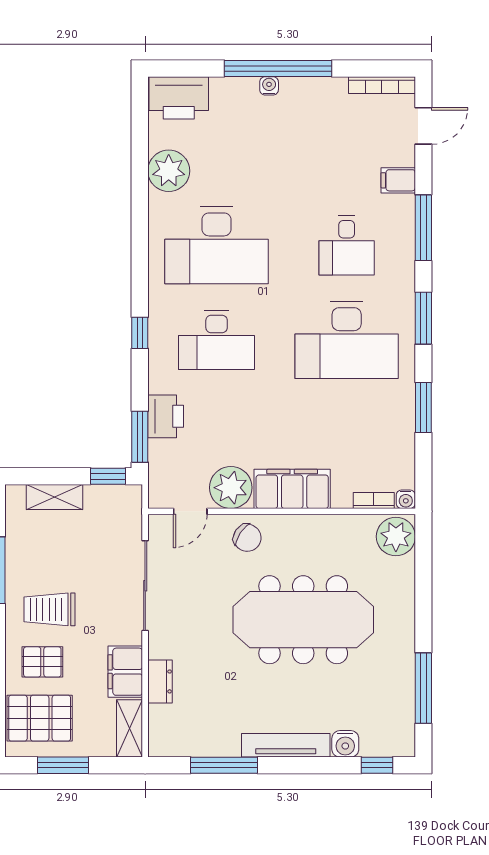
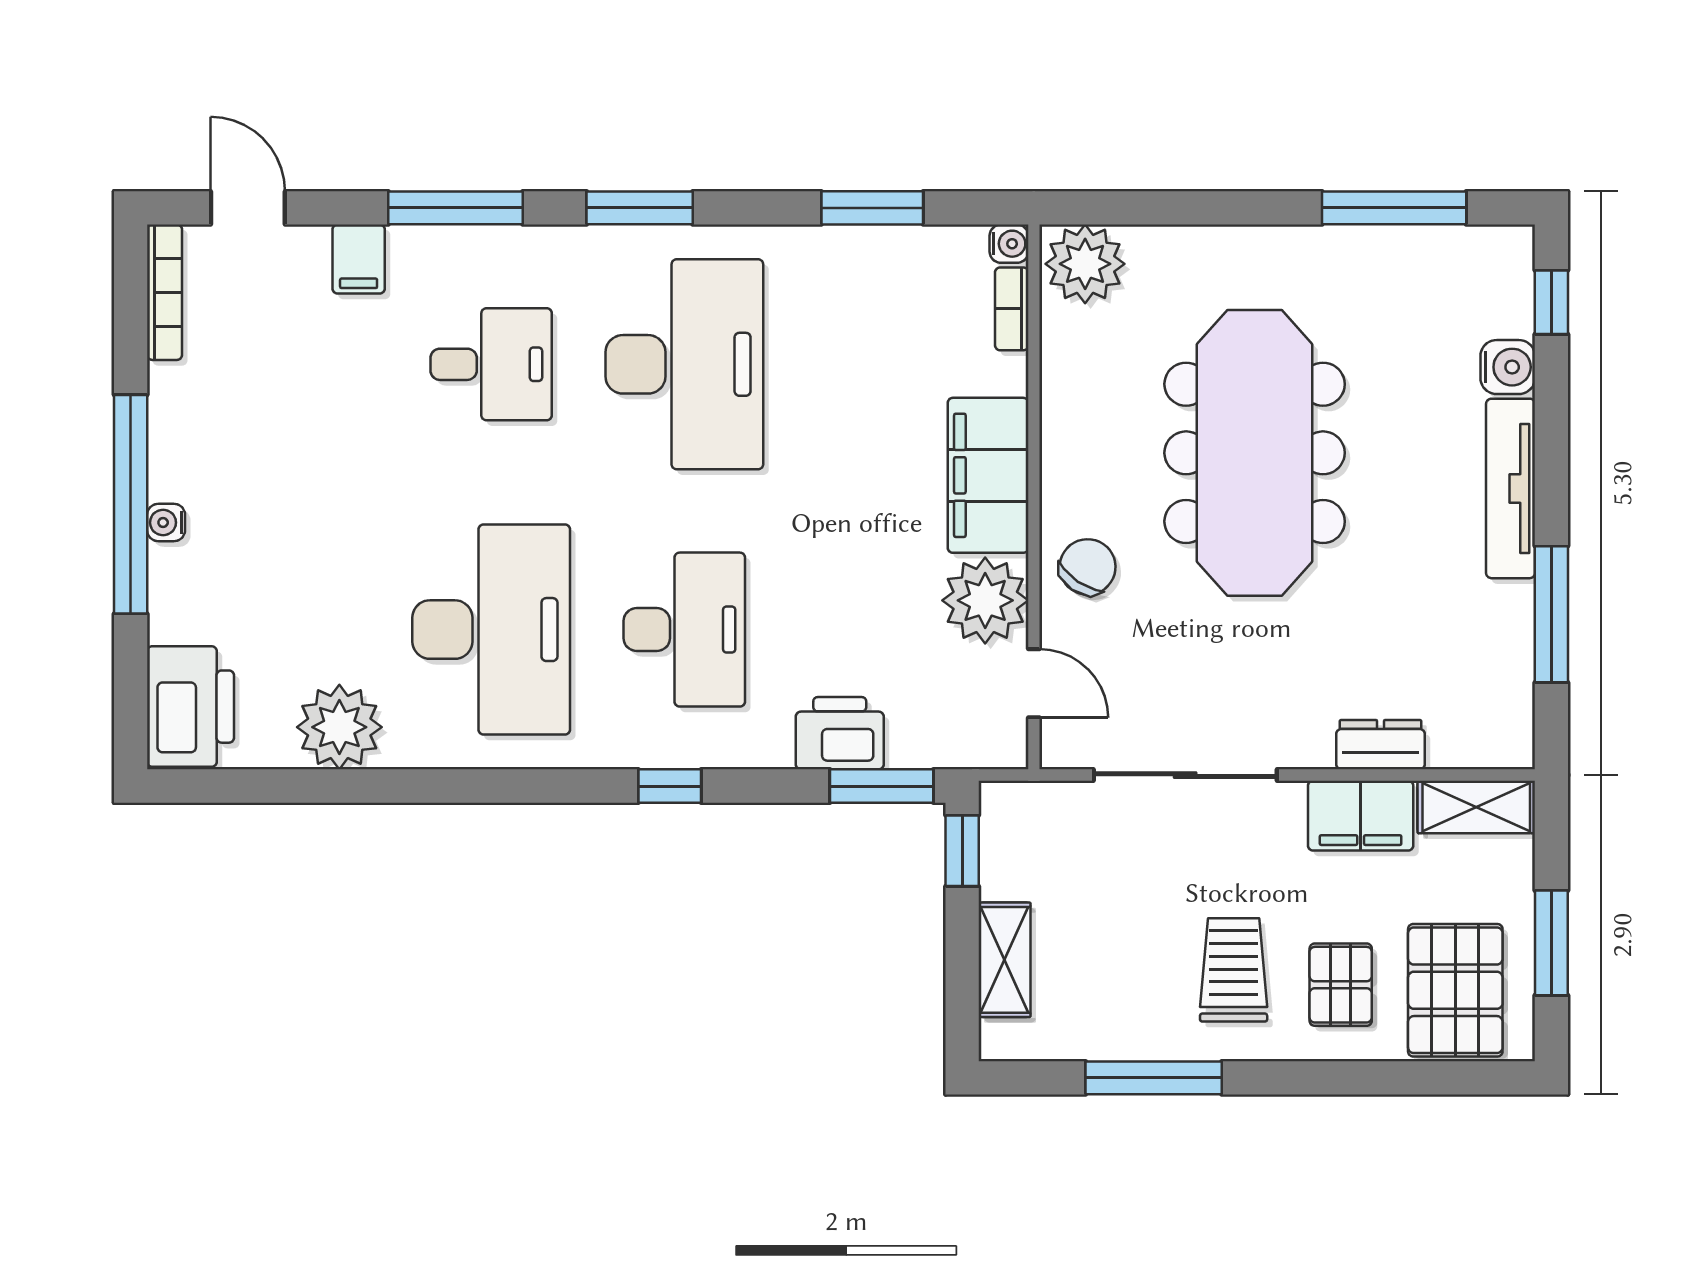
window: (423, 408) -> (872, 208), moved
trolley: (50, 609) -> (1234, 970), turned 180

